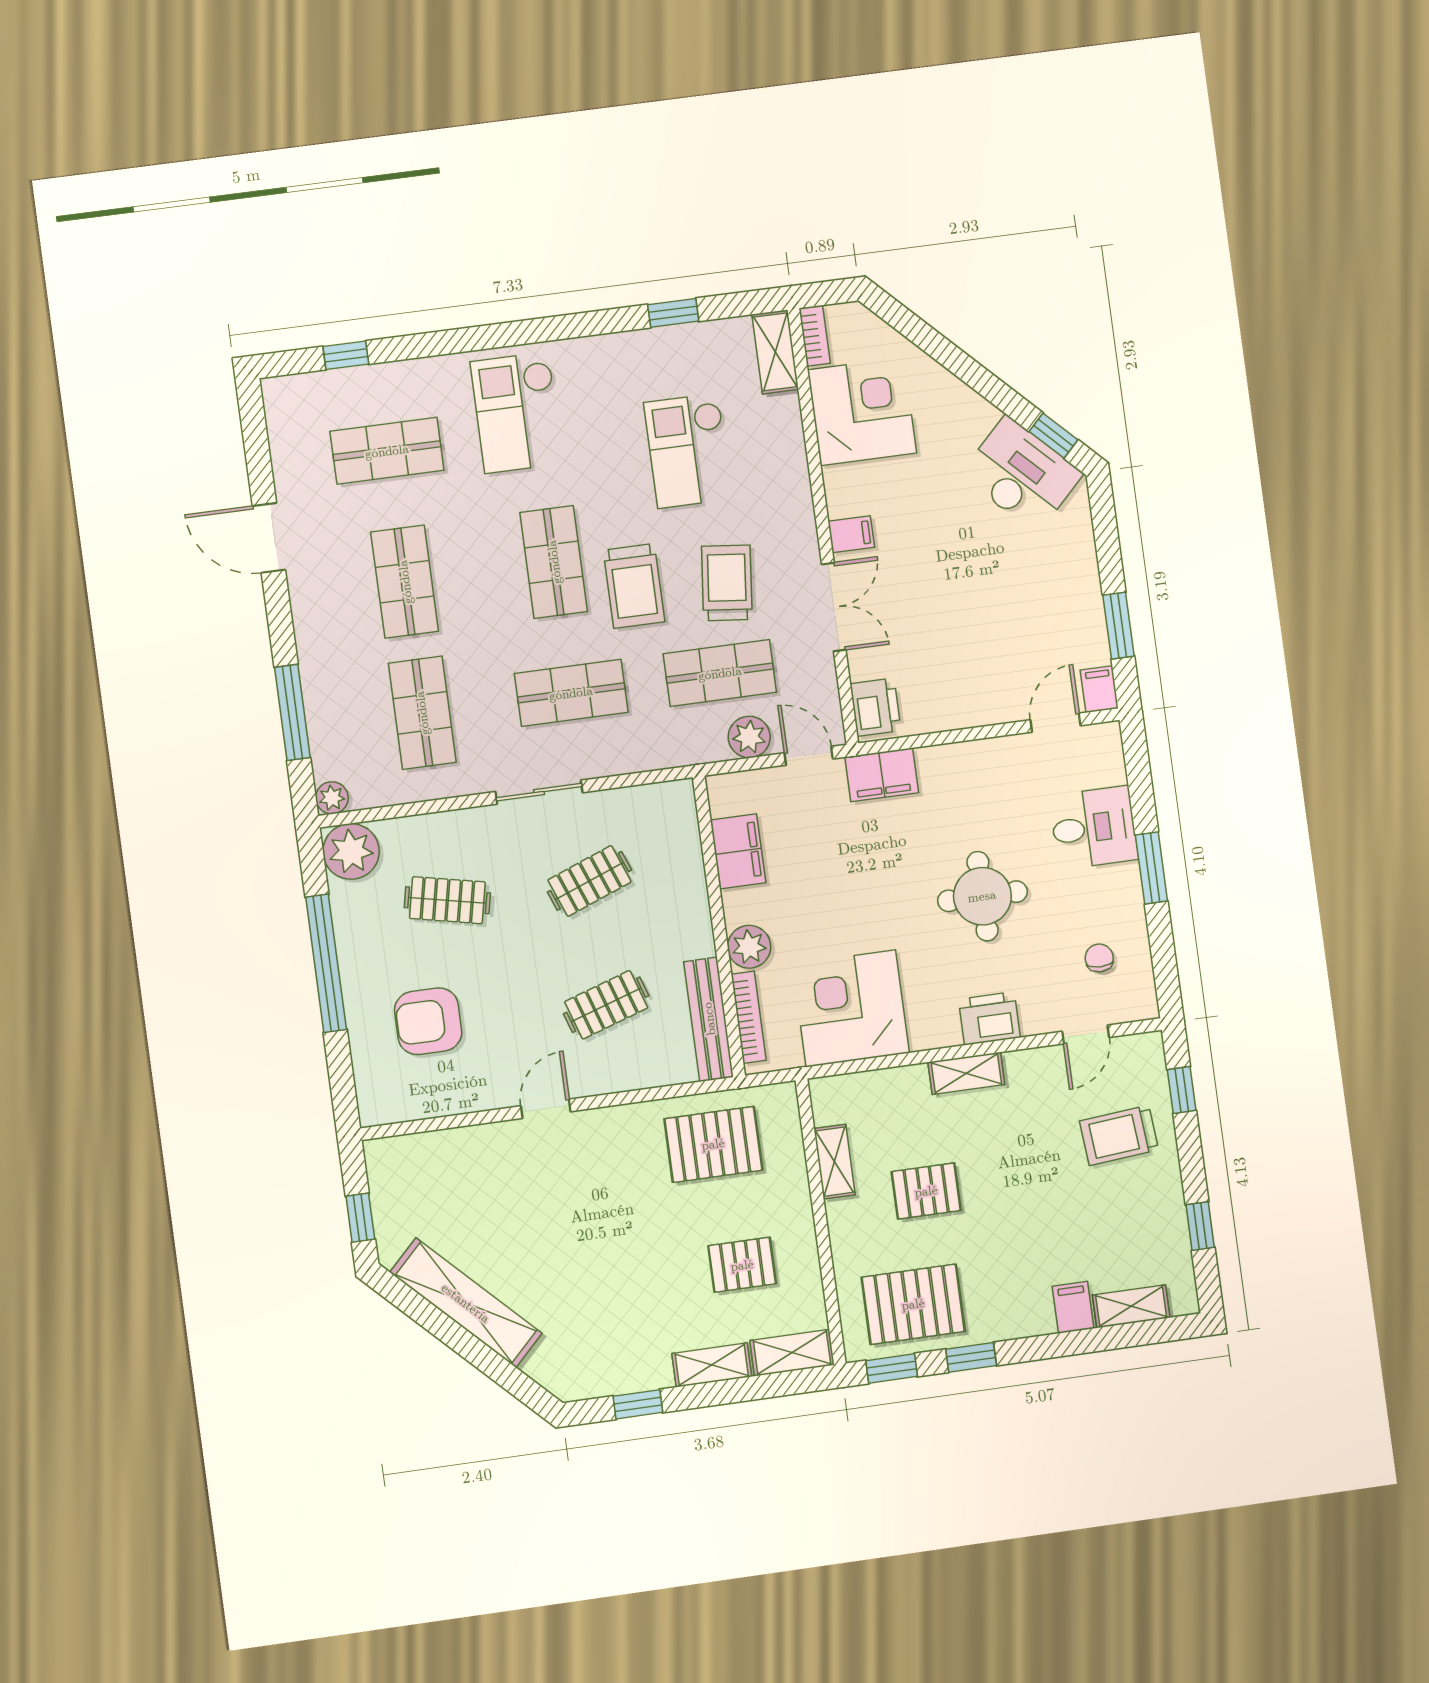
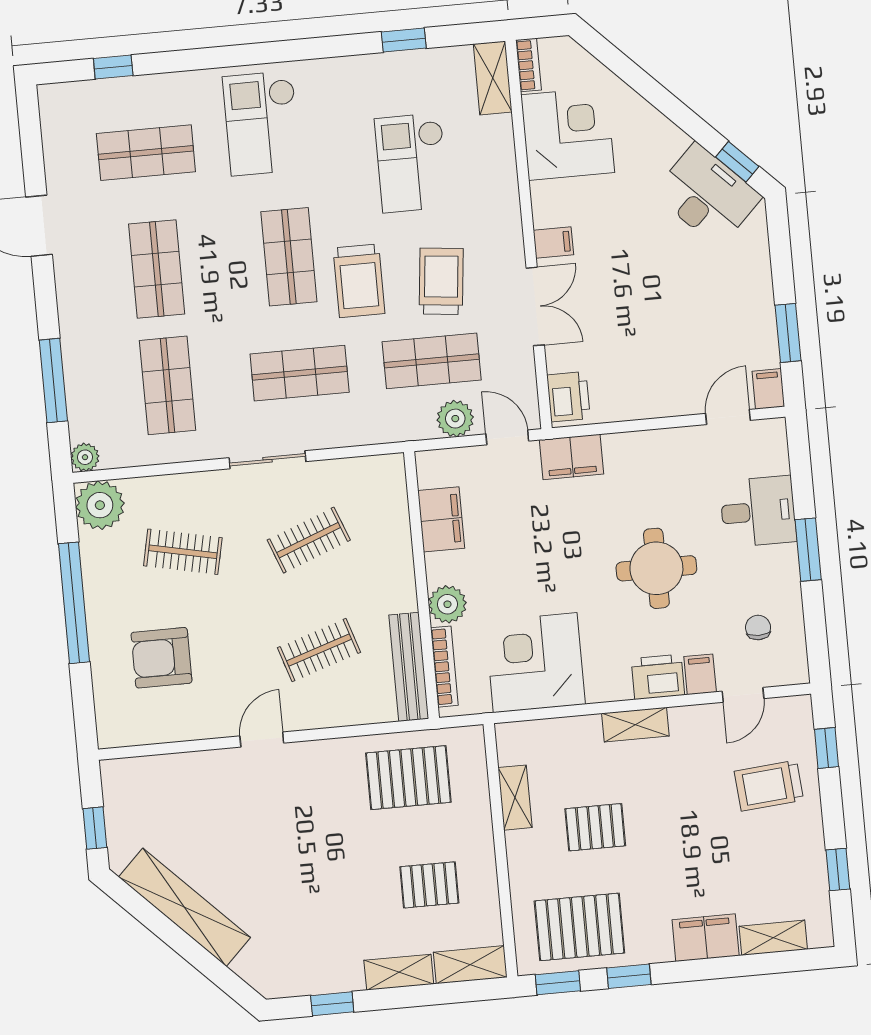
filing cabinet: (1037, 1013) -> (700, 674), added
filing cabinet: (1073, 1307) -> (706, 938), width x2.00

